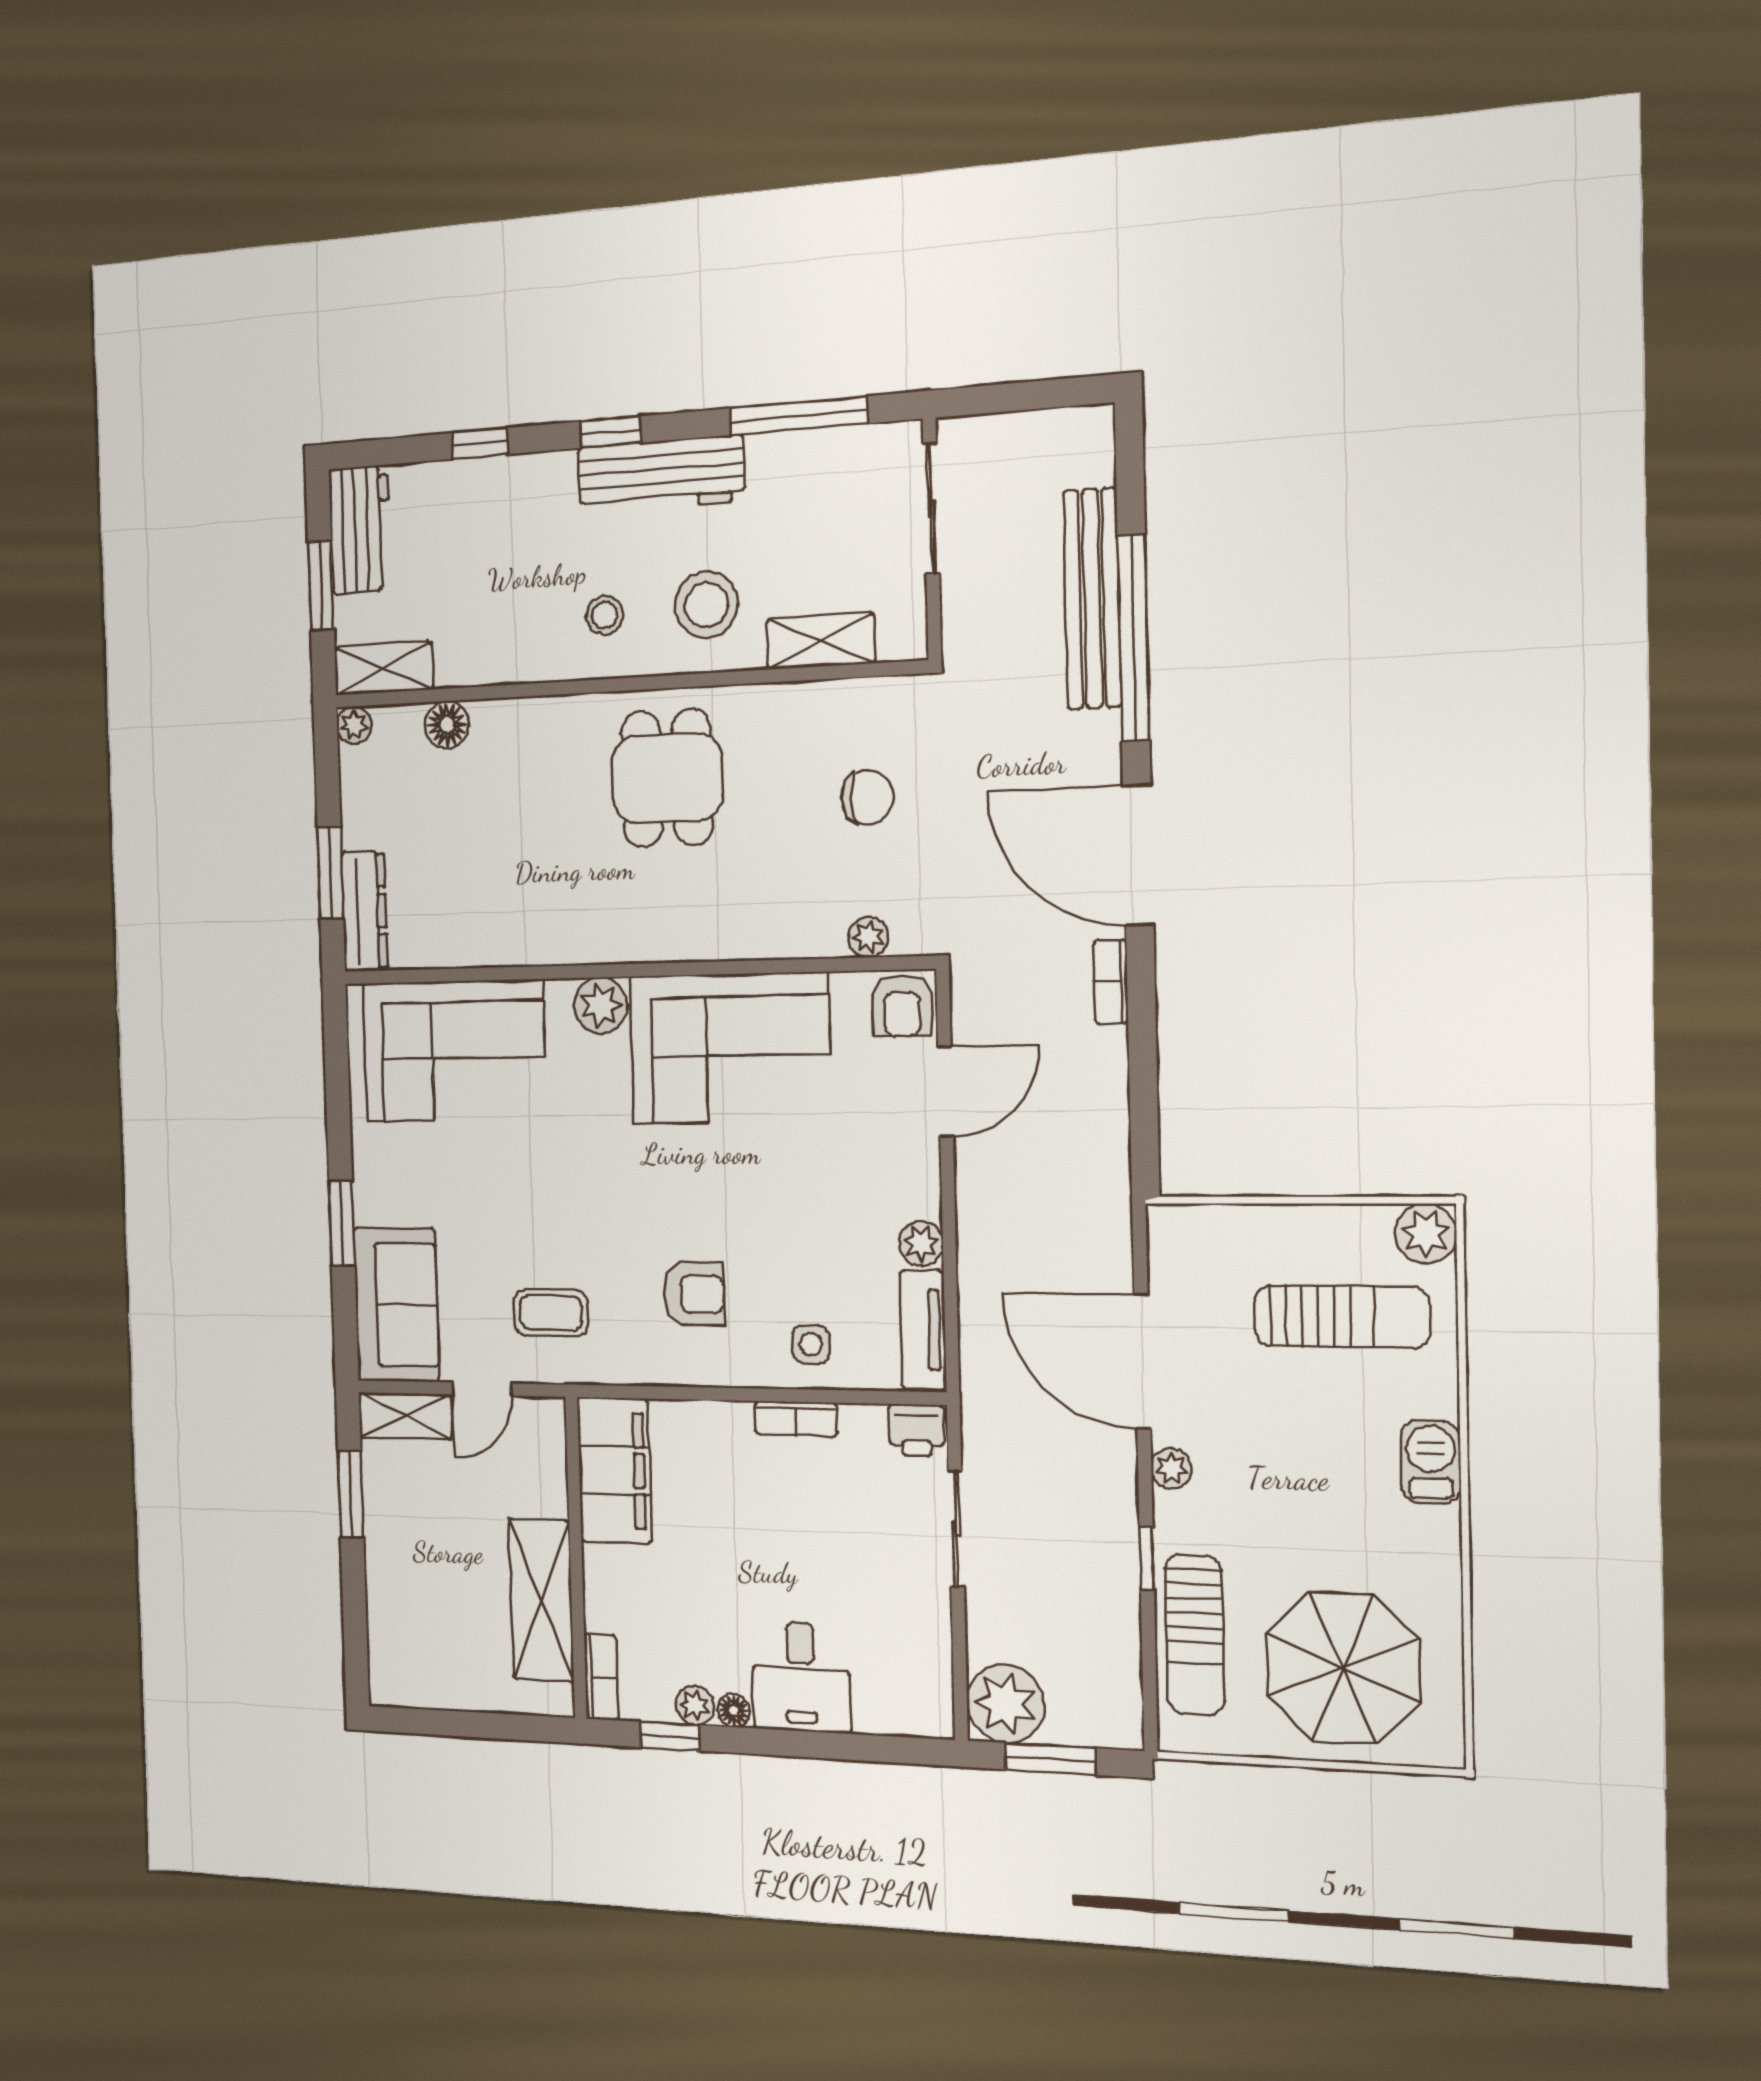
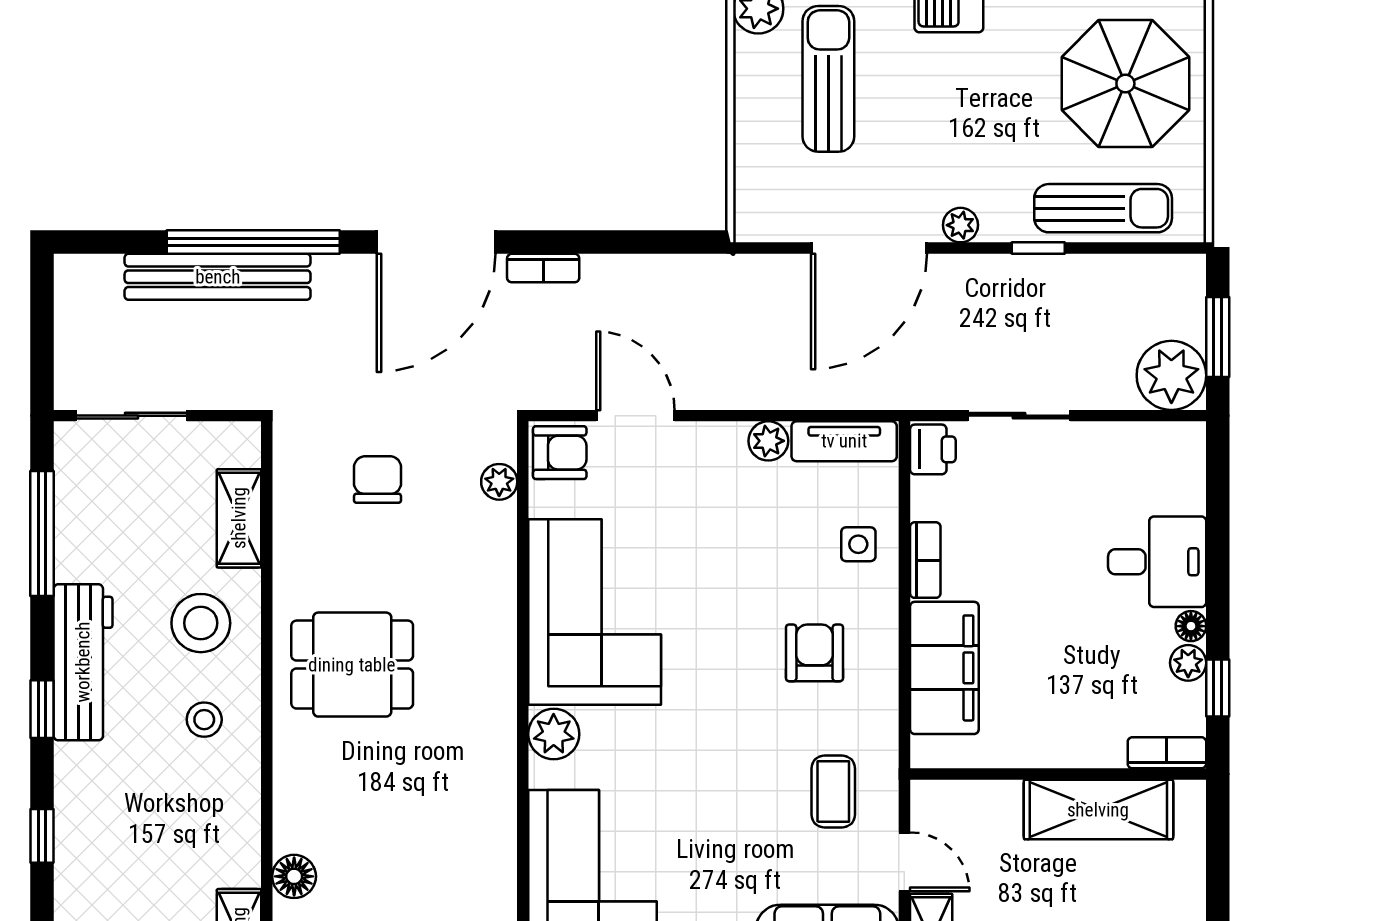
filing cabinet: (614, 1470) -> (944, 668), moved, turned 90

